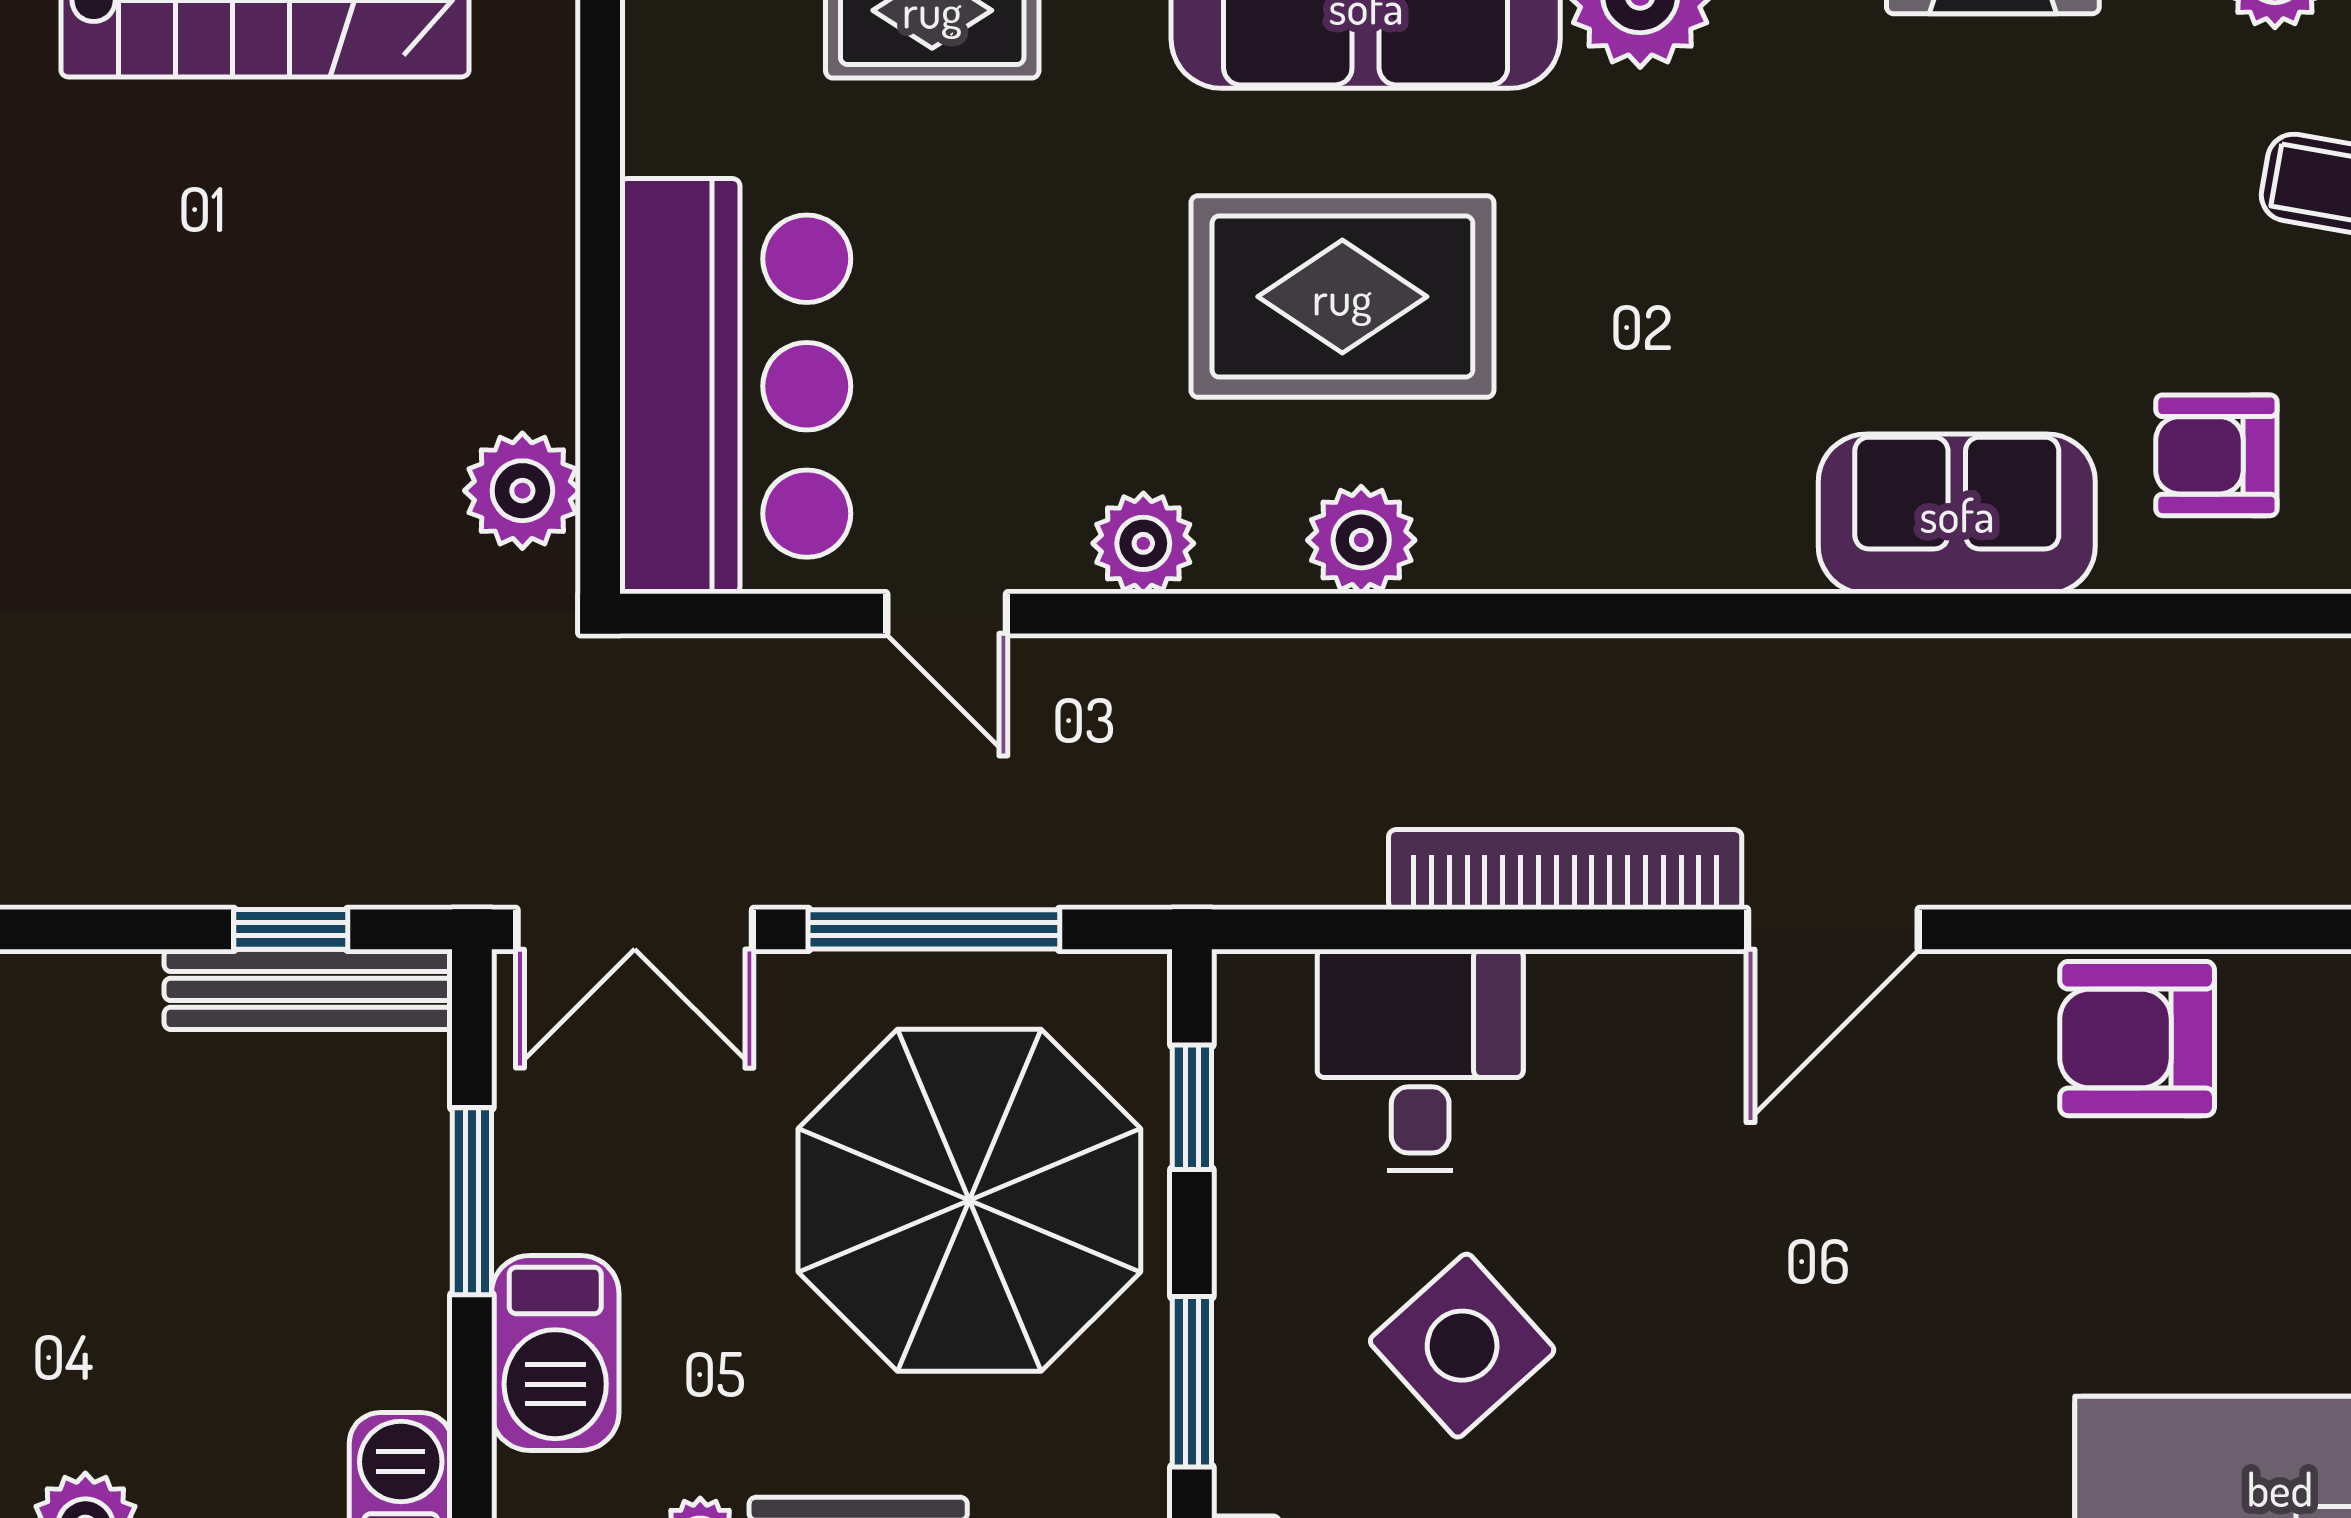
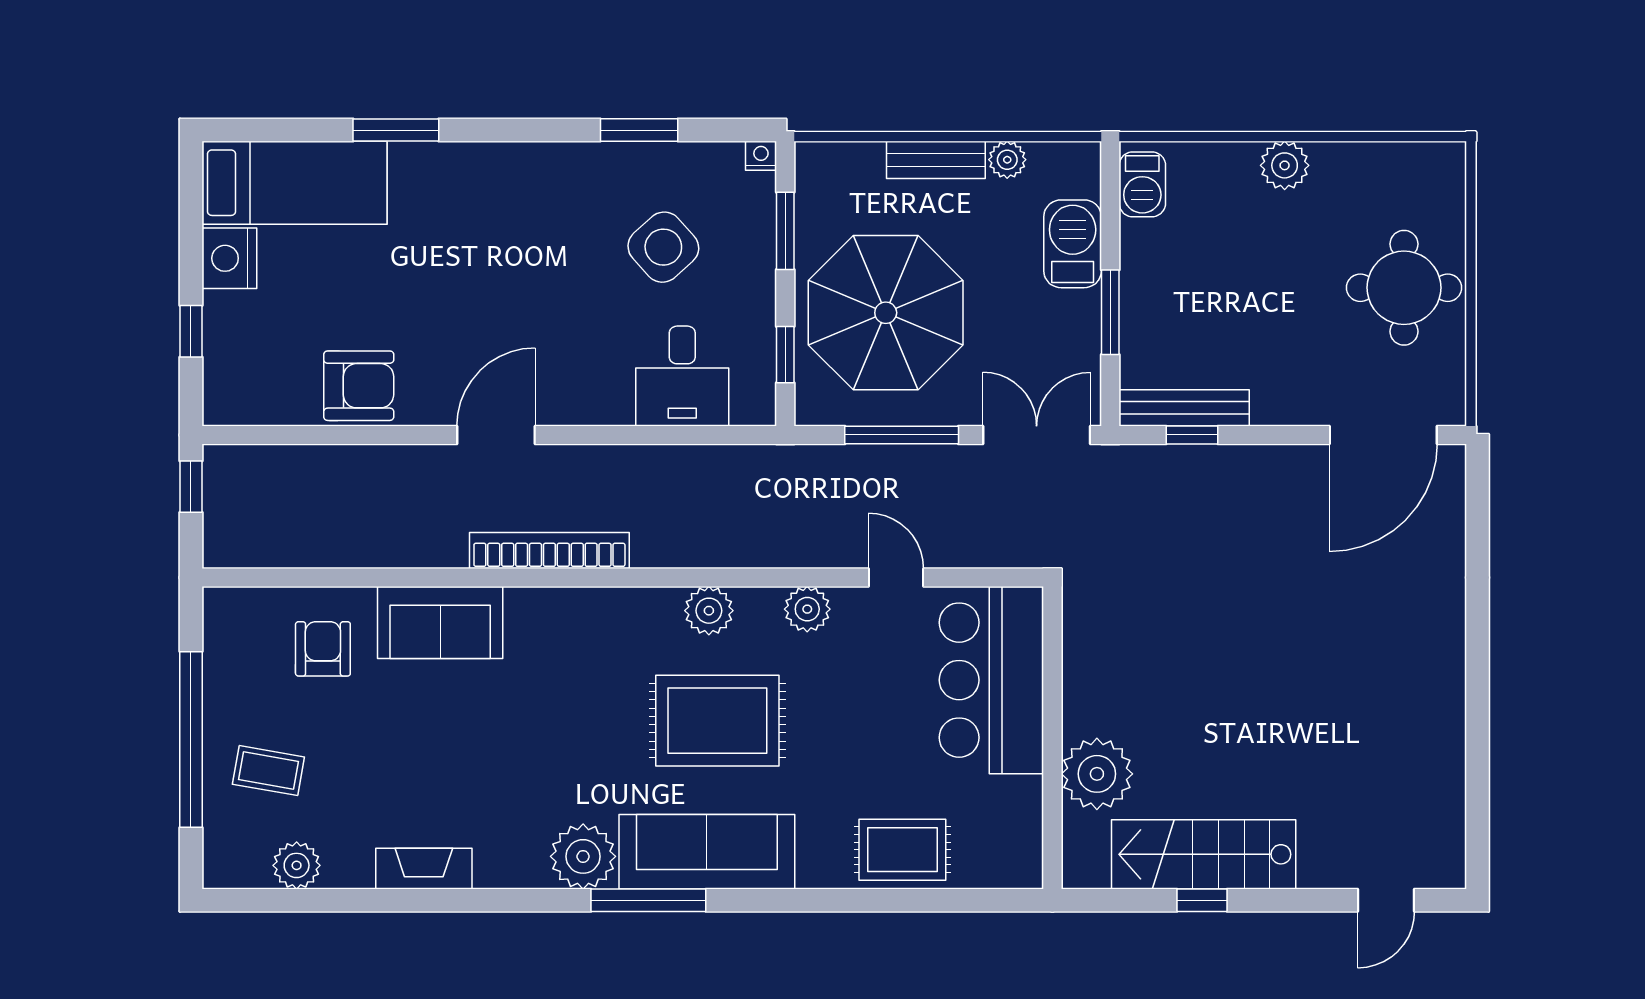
armchair: (2216, 455) -> (323, 649), turned -90
plant: (522, 491) -> (1097, 774), moved, width x1.36, depth x1.36
bookcase: (1565, 870) -> (549, 550), moved, turned 180

